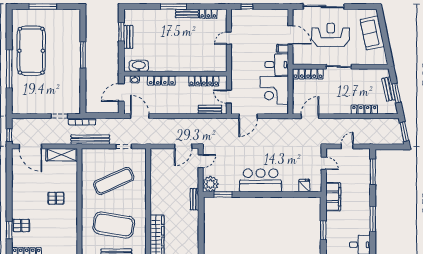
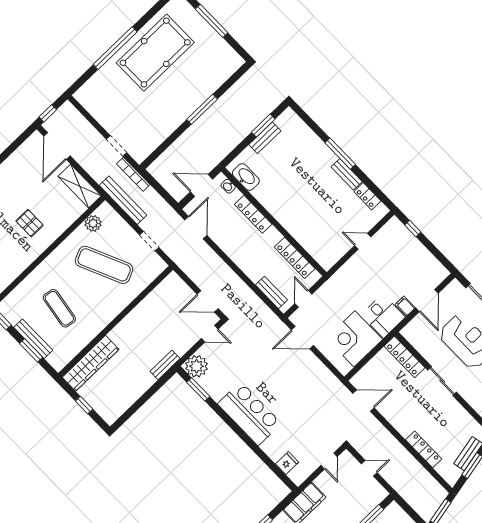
plant: (87, 166) -> (93, 223), added
exercise mat: (114, 225) -> (59, 308), width x0.50, depth x0.69

